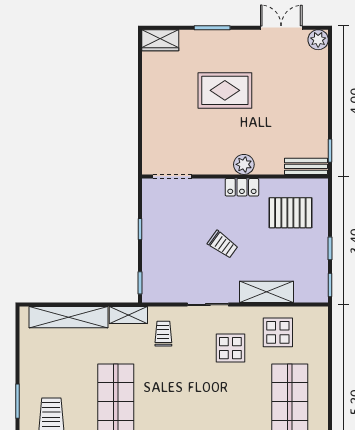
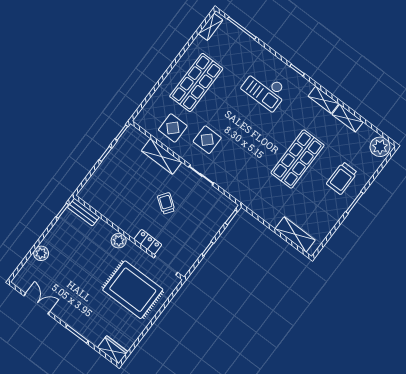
double door: (281, 28) -> (37, 304), swing flipped
plant: (318, 40) -> (41, 253), moved
rug: (225, 90) -> (133, 290), moved, width x1.37, depth x1.44
locker: (242, 187) -> (148, 242), moved
pallet: (290, 213) -> (113, 192), removed
shelving: (128, 315) -> (252, 204), removed
shelving: (69, 317) -> (295, 234), width x0.68
trolley: (163, 334) -> (240, 178), removed

